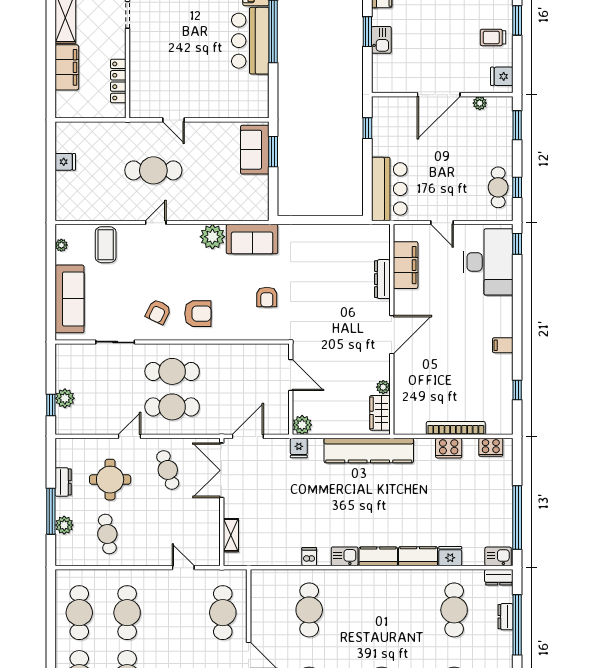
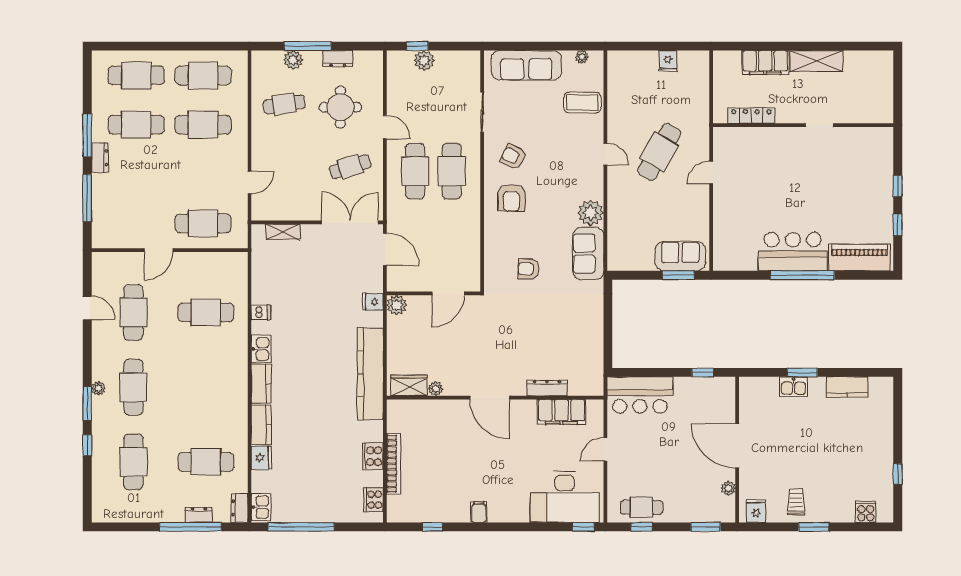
cafe table: (153, 170) -> (659, 152), turned 30

